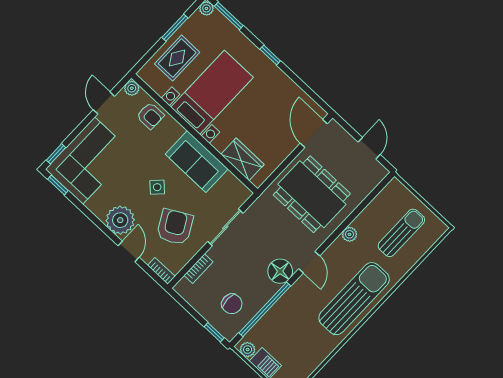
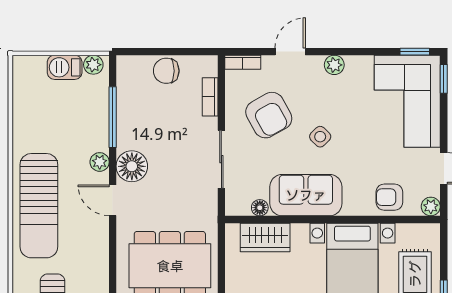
floor lamp: (230, 179) -> (260, 208), added
plant: (120, 220) -> (334, 65), width x0.53, depth x0.53
plant: (349, 234) -> (100, 162), moved
door: (129, 252) -> (290, 52), swing flipped
chair: (232, 304) -> (166, 71), moved
window: (265, 309) -> (113, 117), width x0.68
window: (214, 332) -> (140, 52), removed

